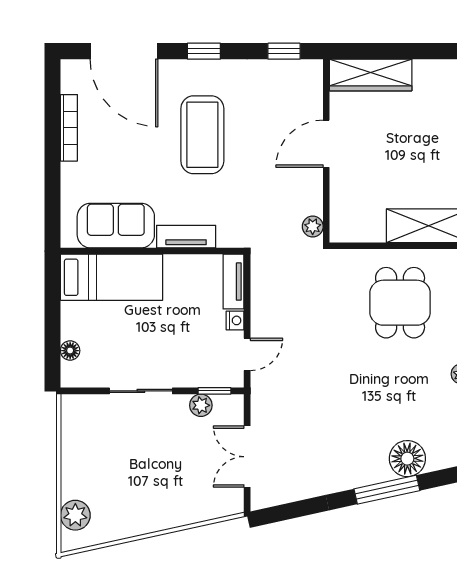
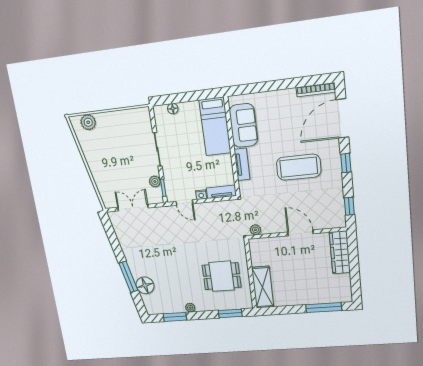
bookcase: (69, 128) -> (316, 90), moved

